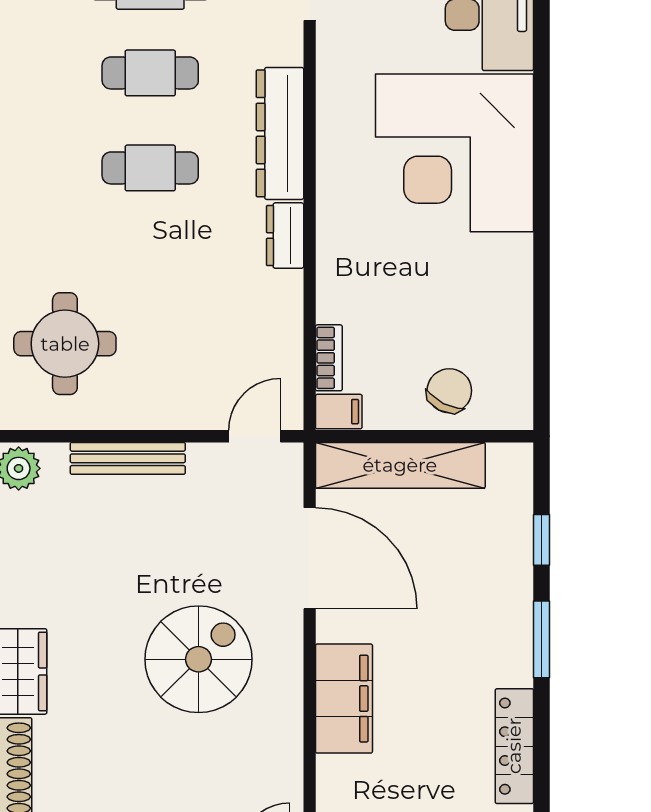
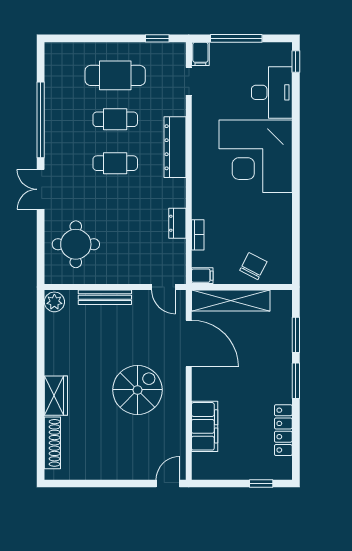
dresser: (285, 236) -> (177, 223), moved
bookcase: (329, 358) -> (198, 235), moved
door: (255, 436) -> (163, 287), swing flipped
window: (542, 540) -> (296, 335), width x1.50
filing cabinet: (344, 699) -> (205, 426), moved

